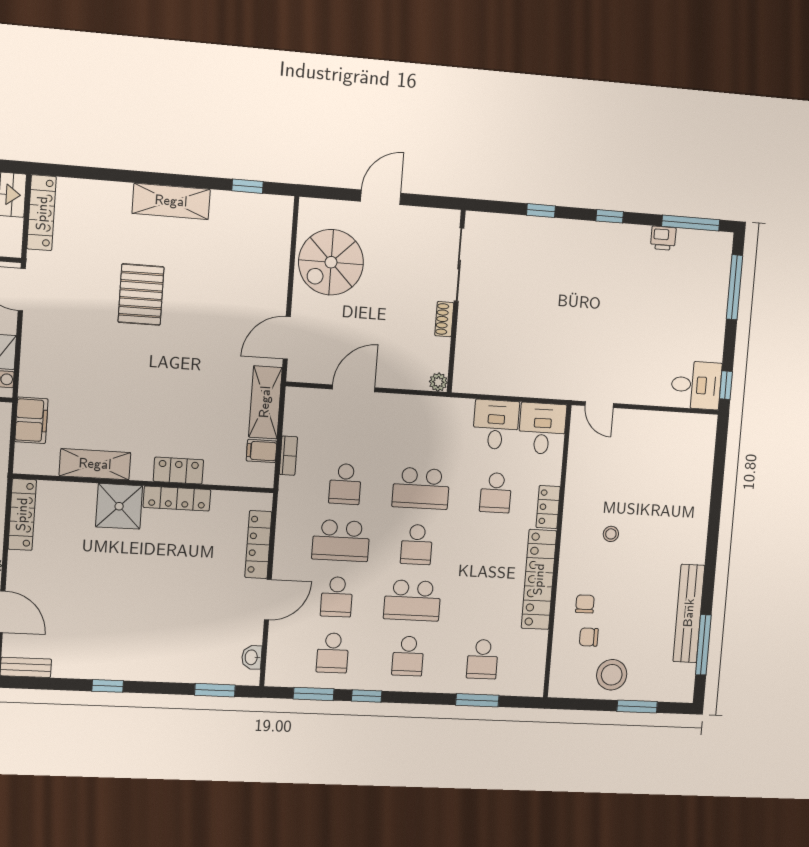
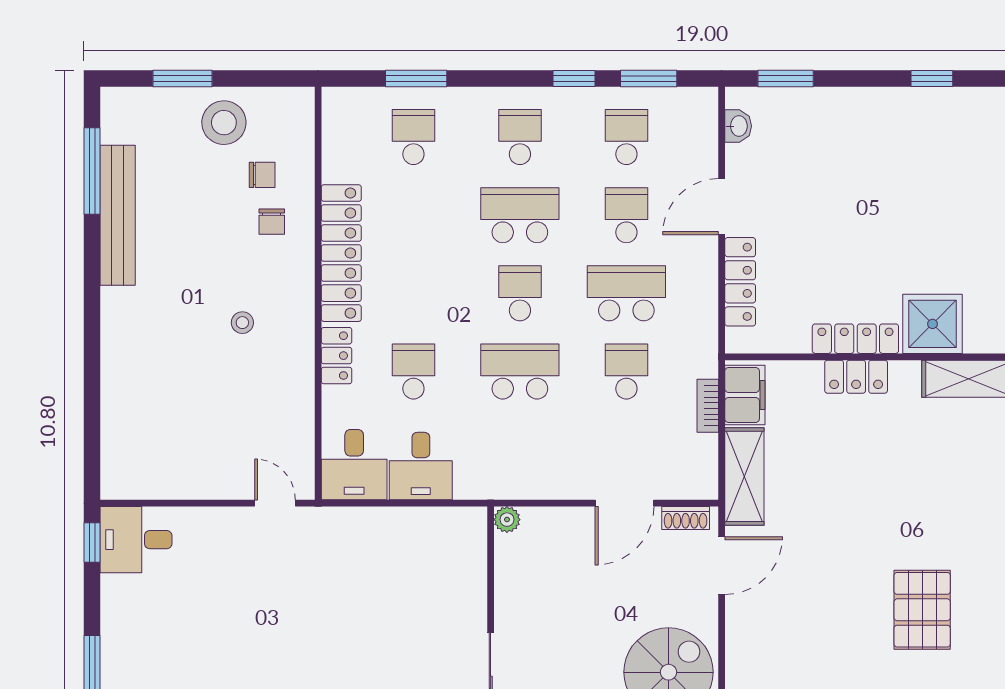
shoe rack: (444, 319) -> (686, 518), moved, turned 90
filing cabinet: (262, 451) -> (745, 395), width x2.00

